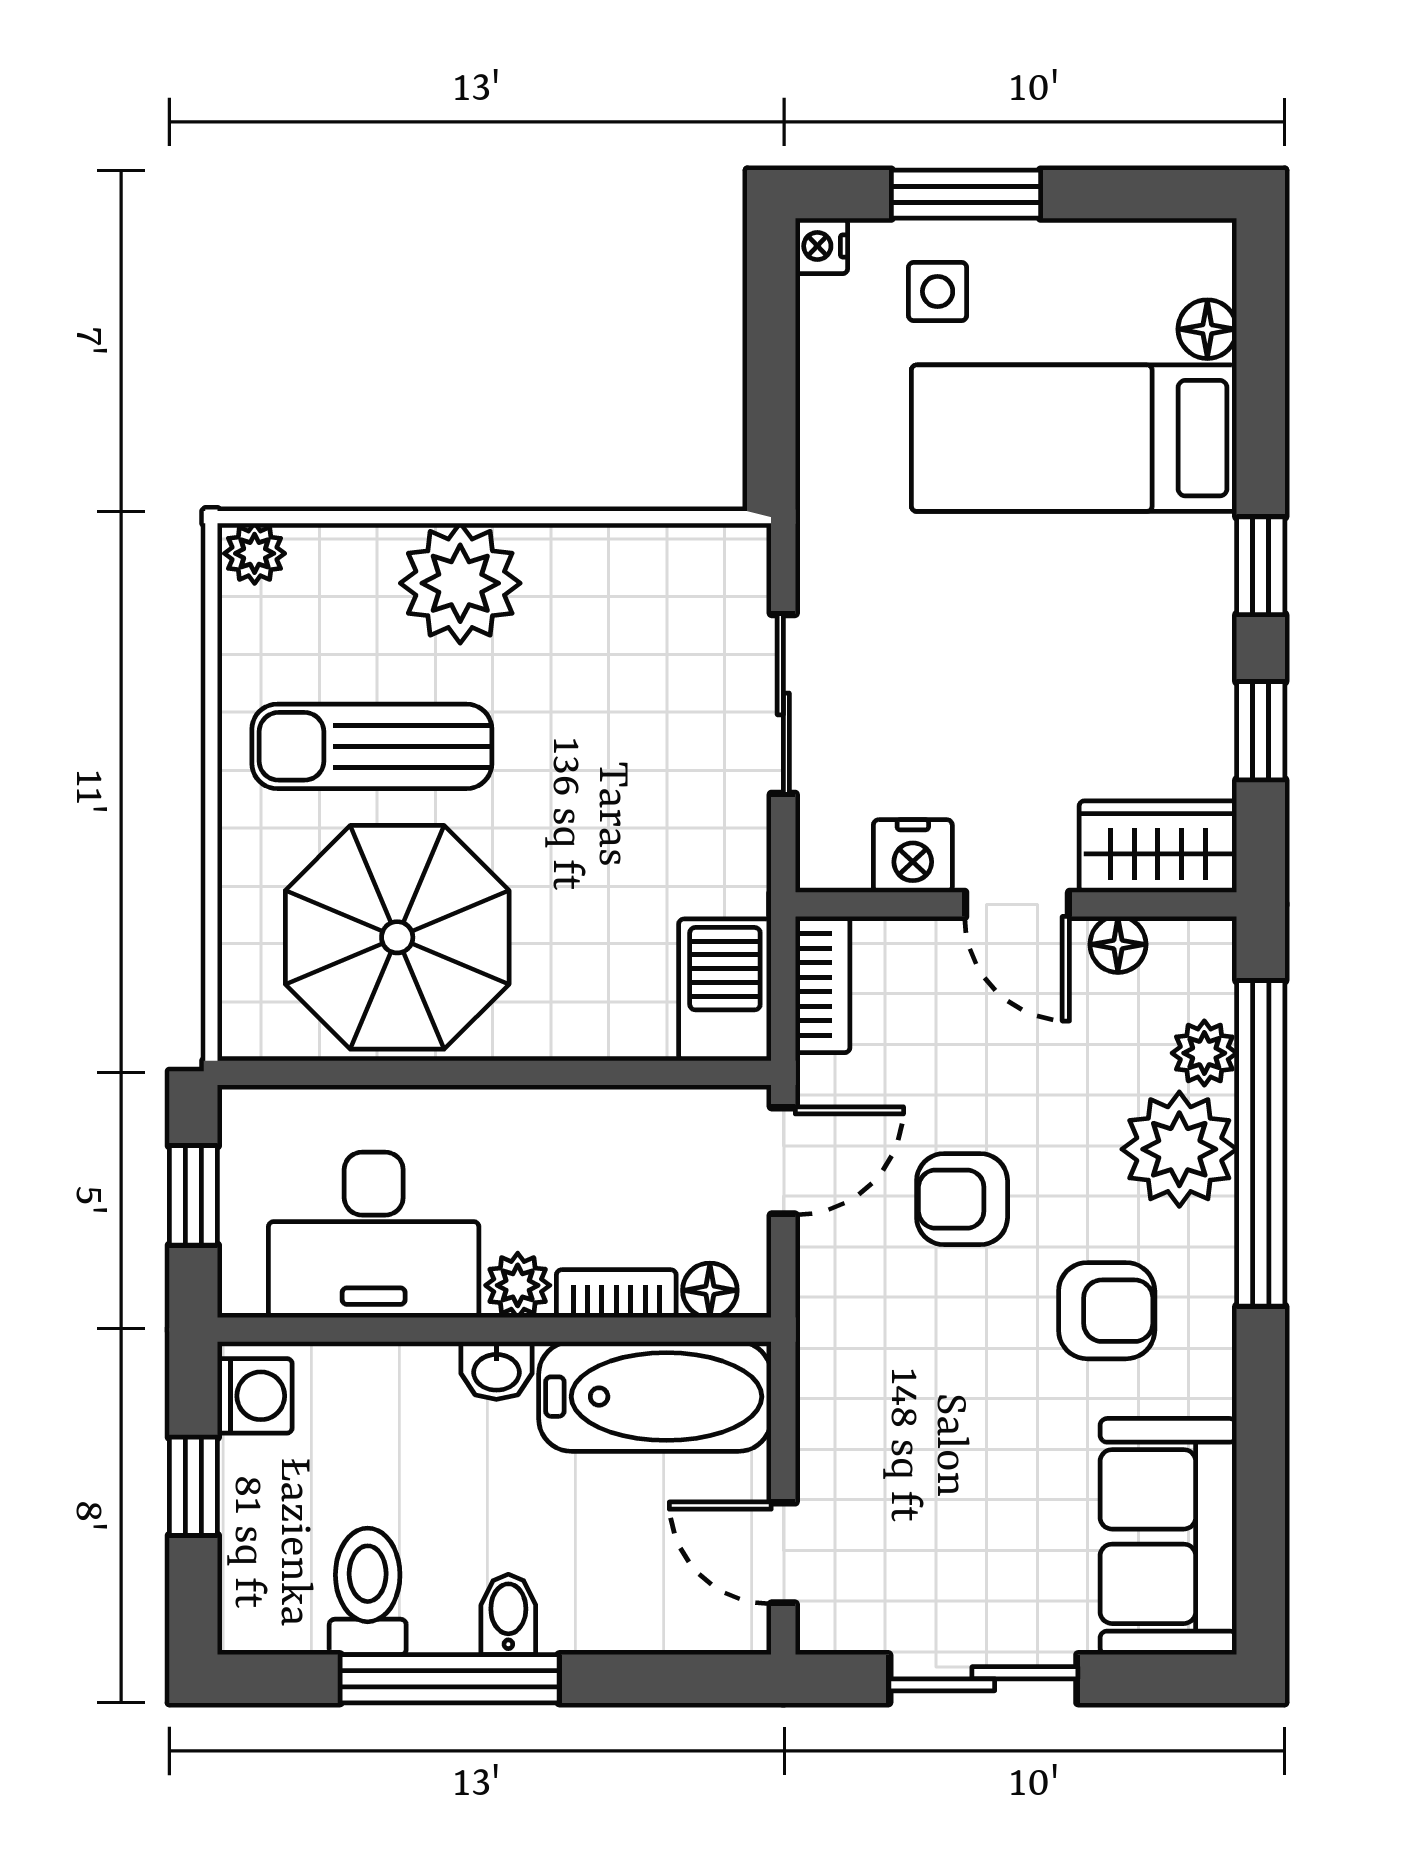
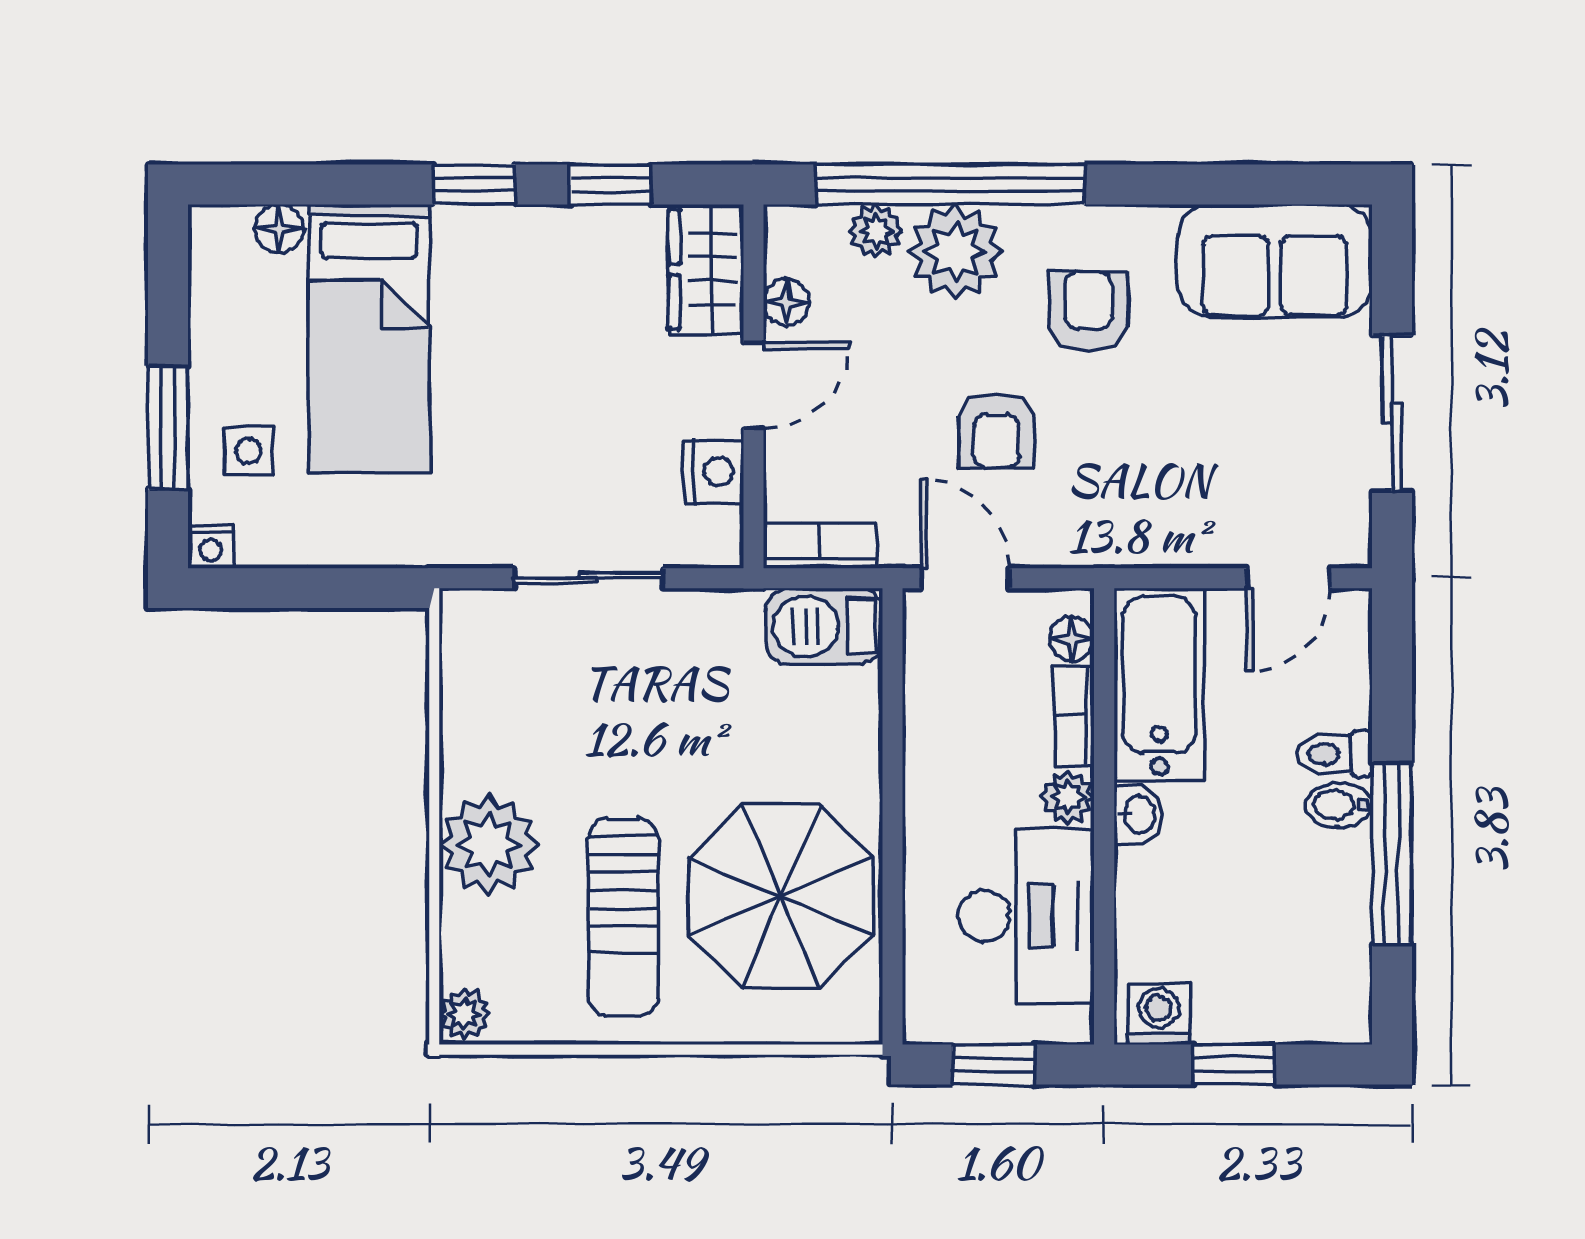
toilet: (368, 1591) -> (1334, 754), moved, width x0.73, depth x0.72

